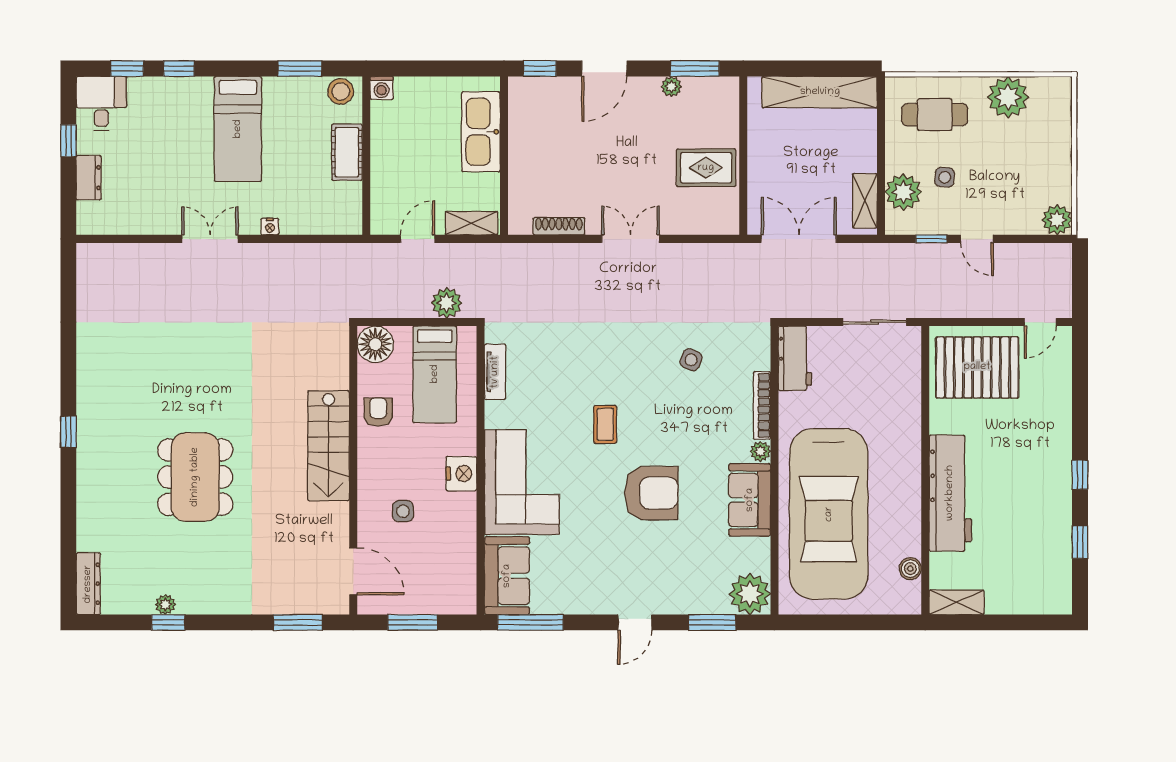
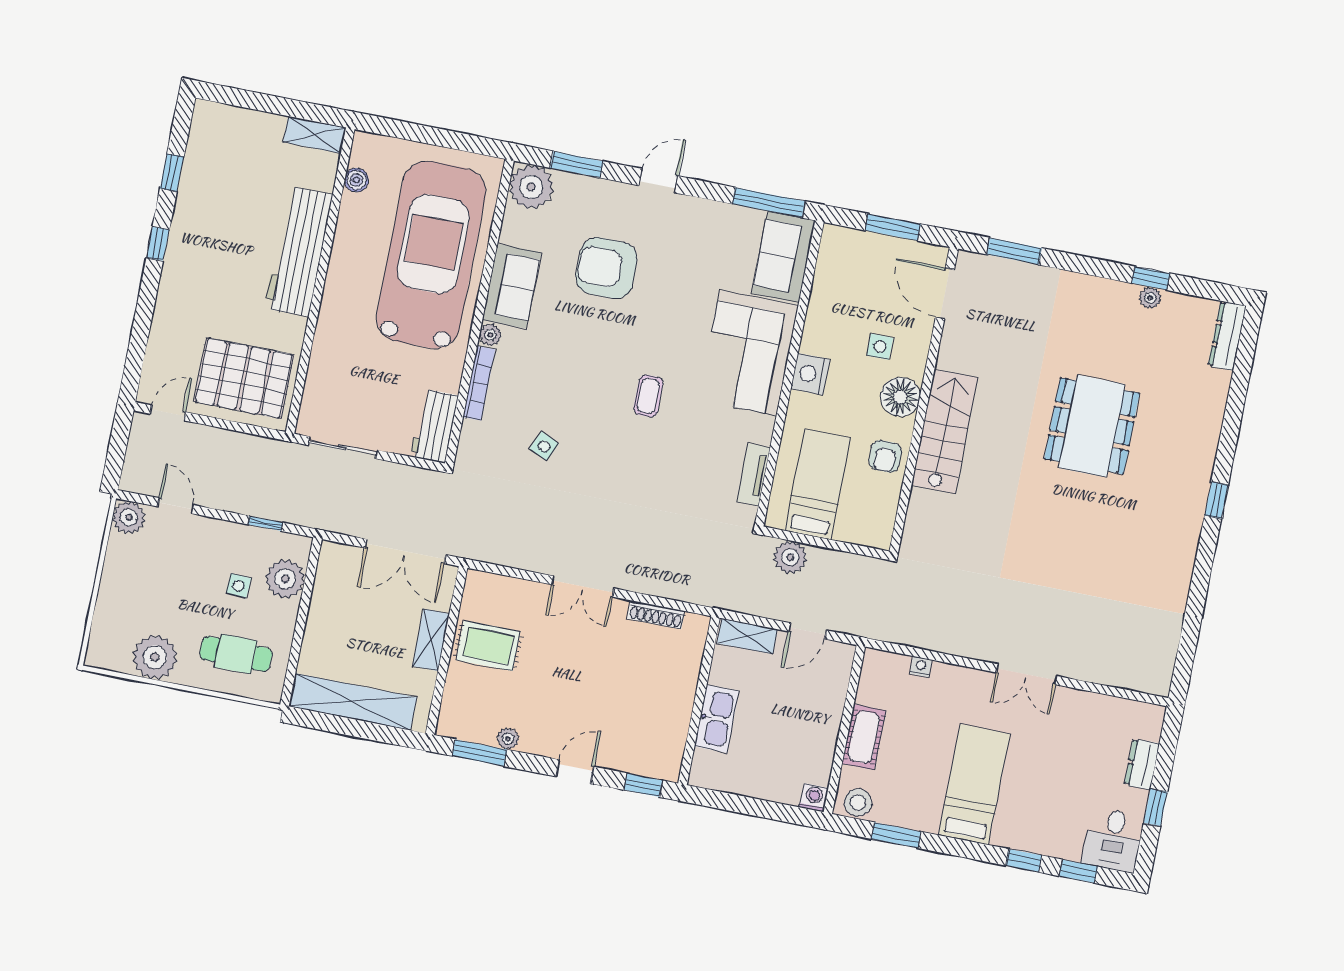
door: (604, 69) -> (575, 772), width x0.73
kitchen sink: (481, 132) -> (717, 719), width x0.73, depth x0.81
shelving: (865, 201) -> (431, 640), moved
nightstand: (270, 227) -> (921, 667), moved
door: (977, 239) -> (176, 506), moved
floor lamp: (375, 344) -> (900, 397), moved
armchair: (651, 493) -> (607, 268), moved

